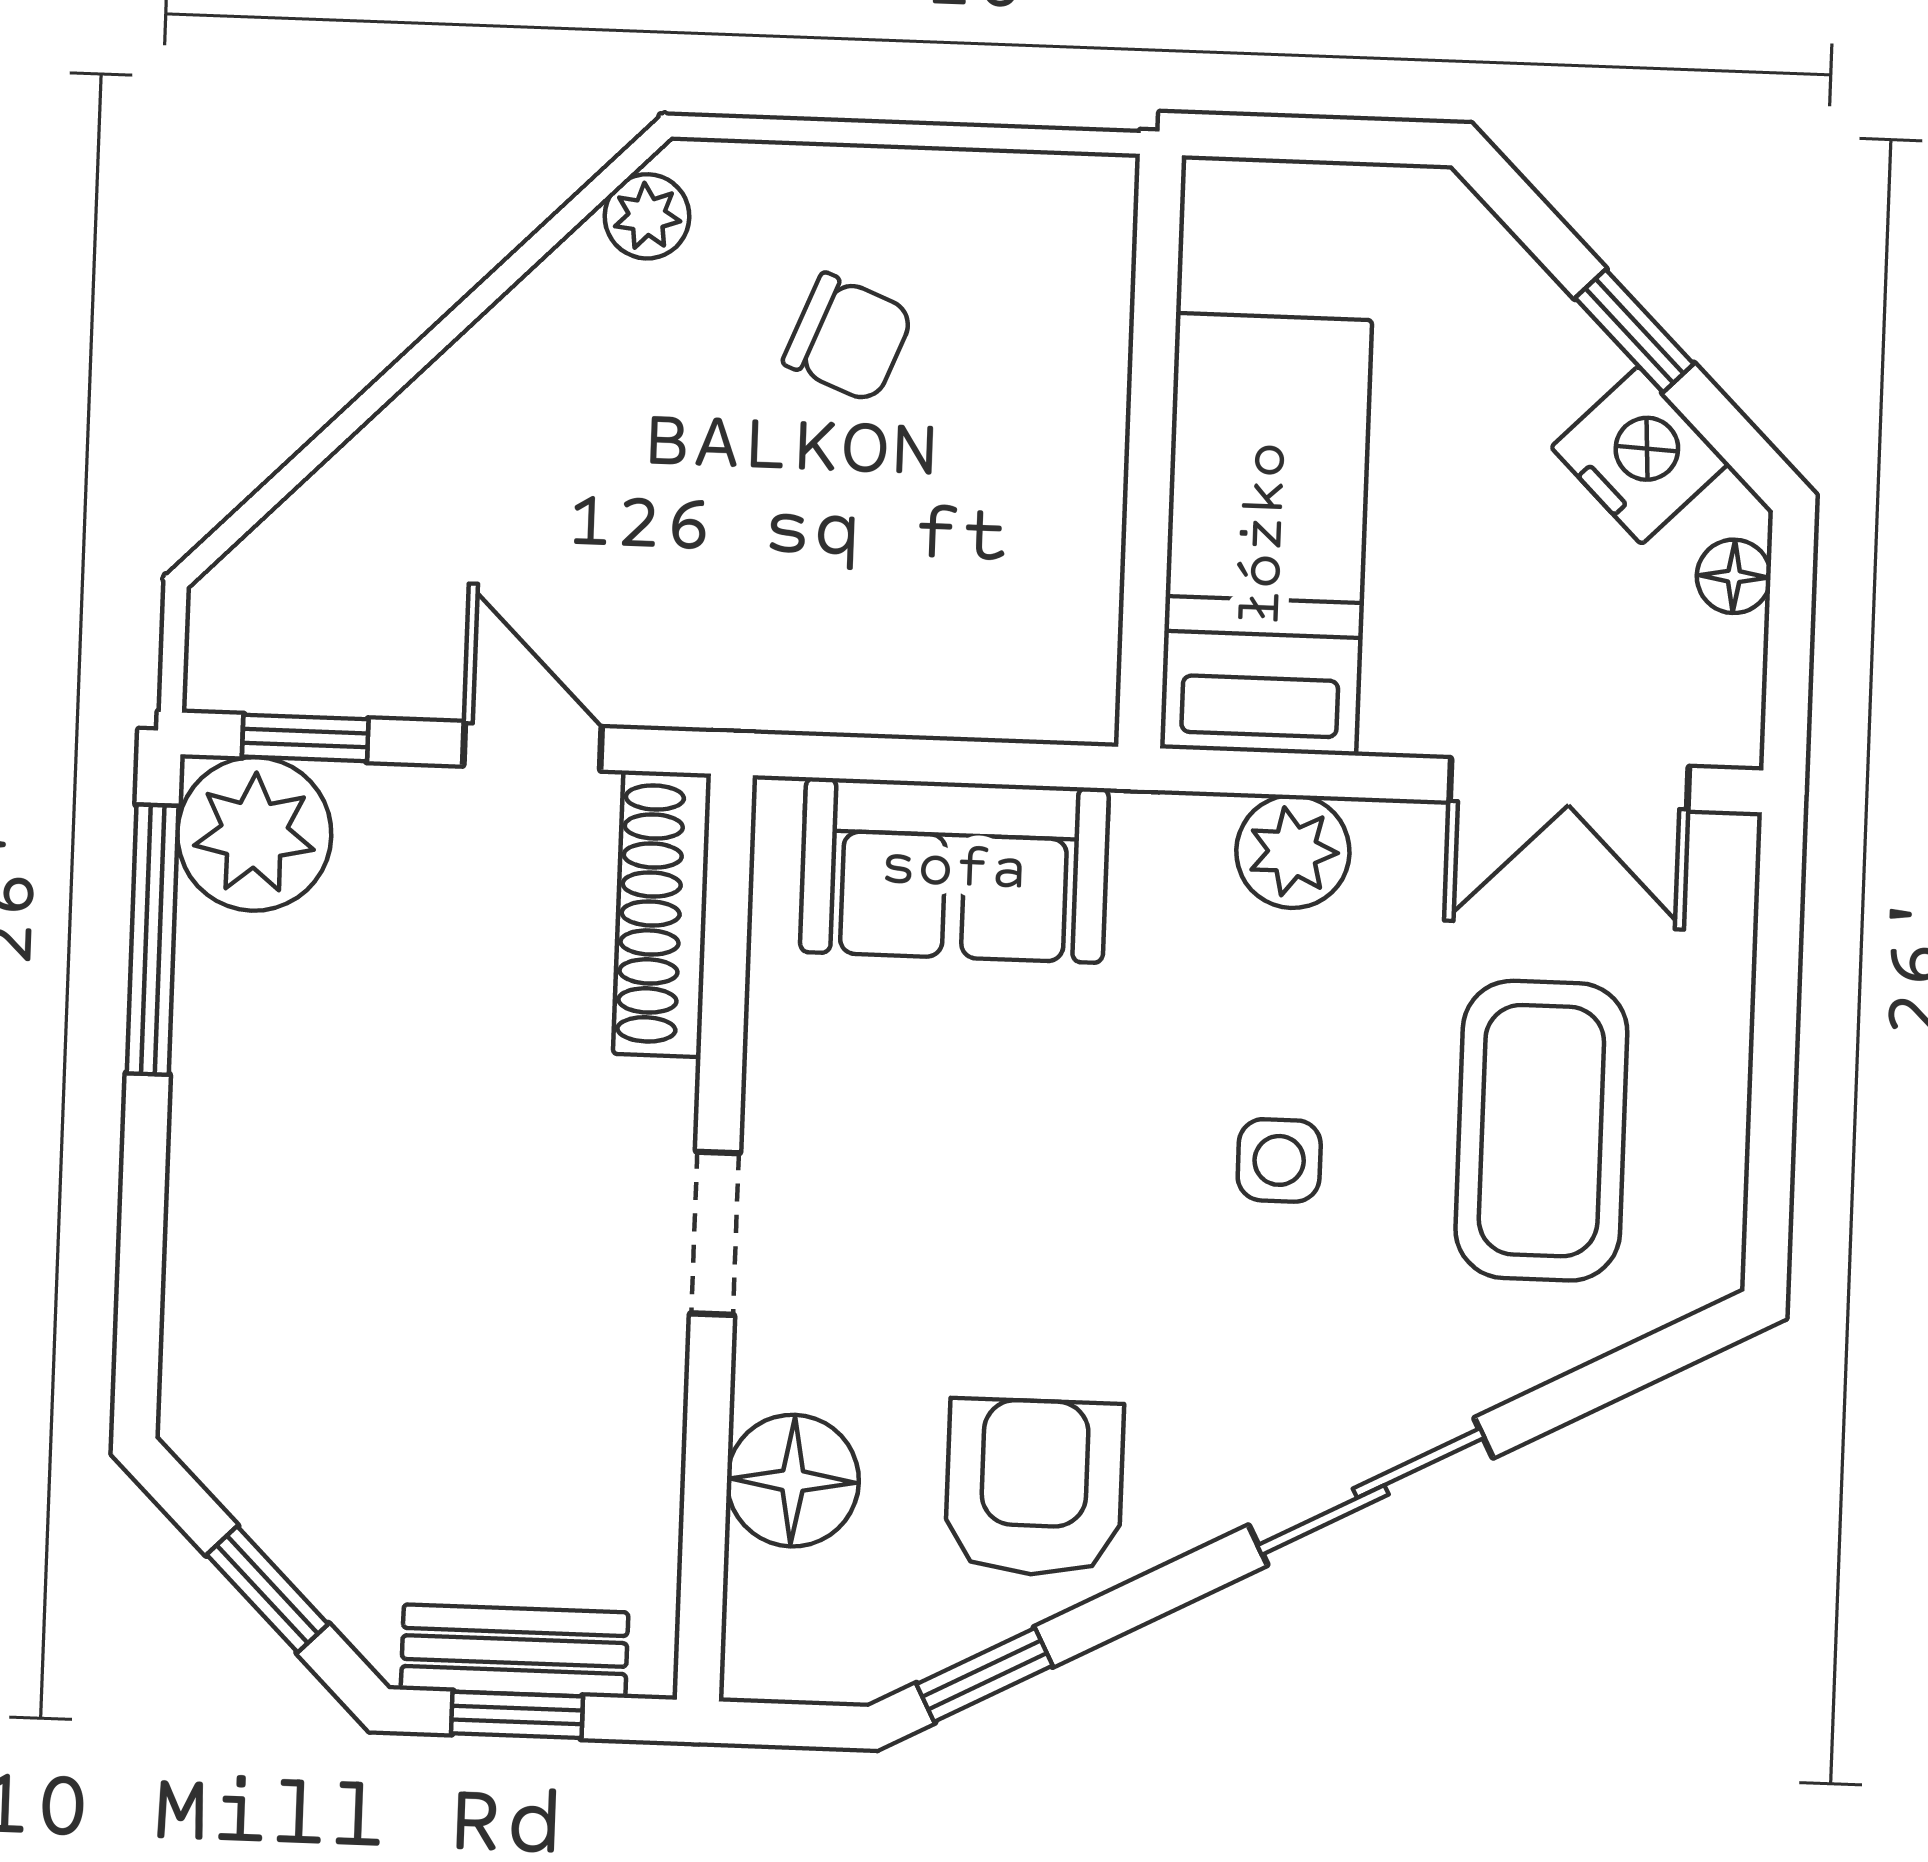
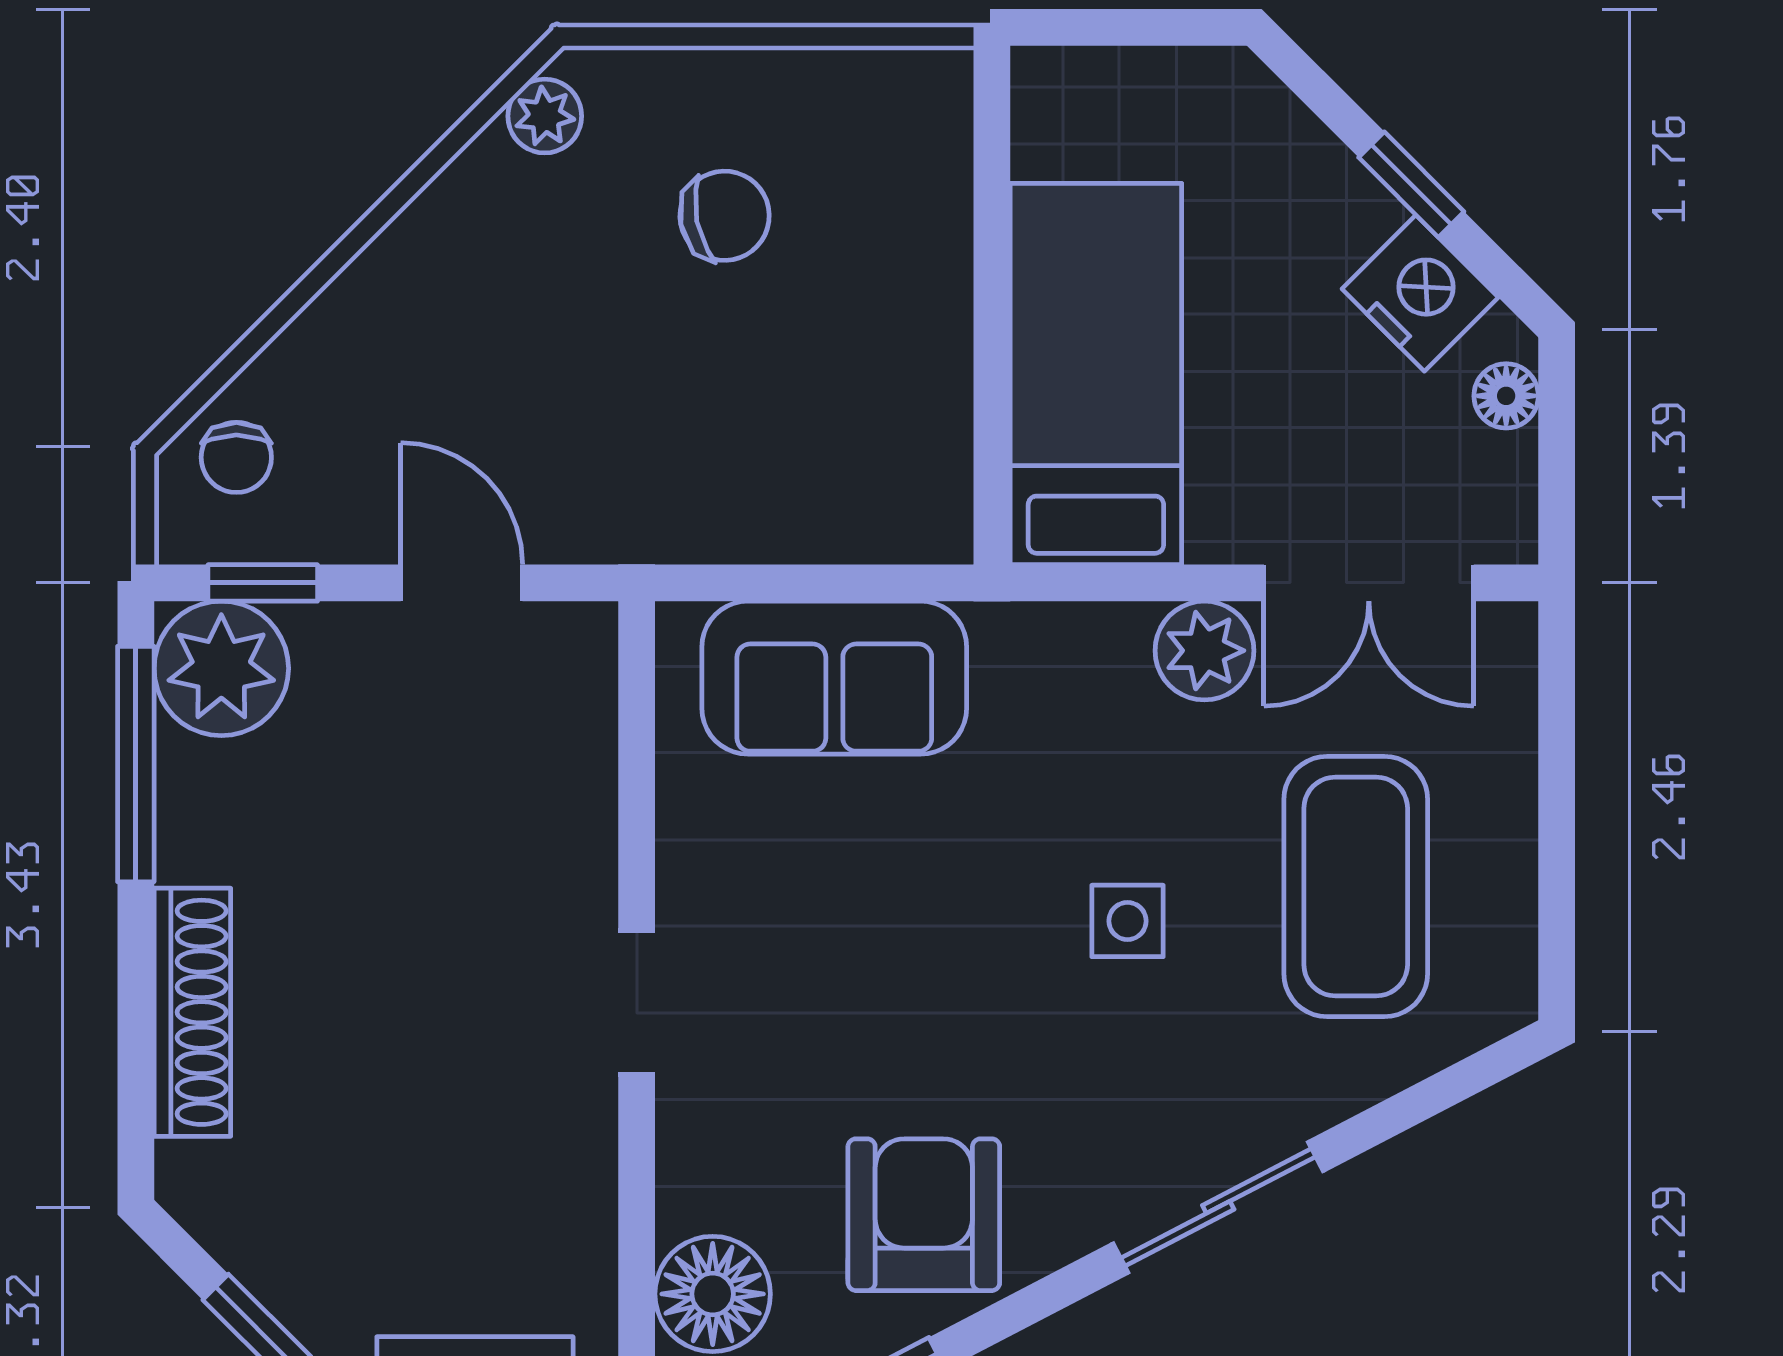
chair: (848, 338) -> (725, 216), turned -33
chair: (280, 593) -> (236, 457), added
plant: (1293, 852) -> (1204, 651), moved
shoe rack: (662, 914) -> (192, 1012), moved, turned 180
floor lamp: (793, 1481) -> (713, 1294), moved

